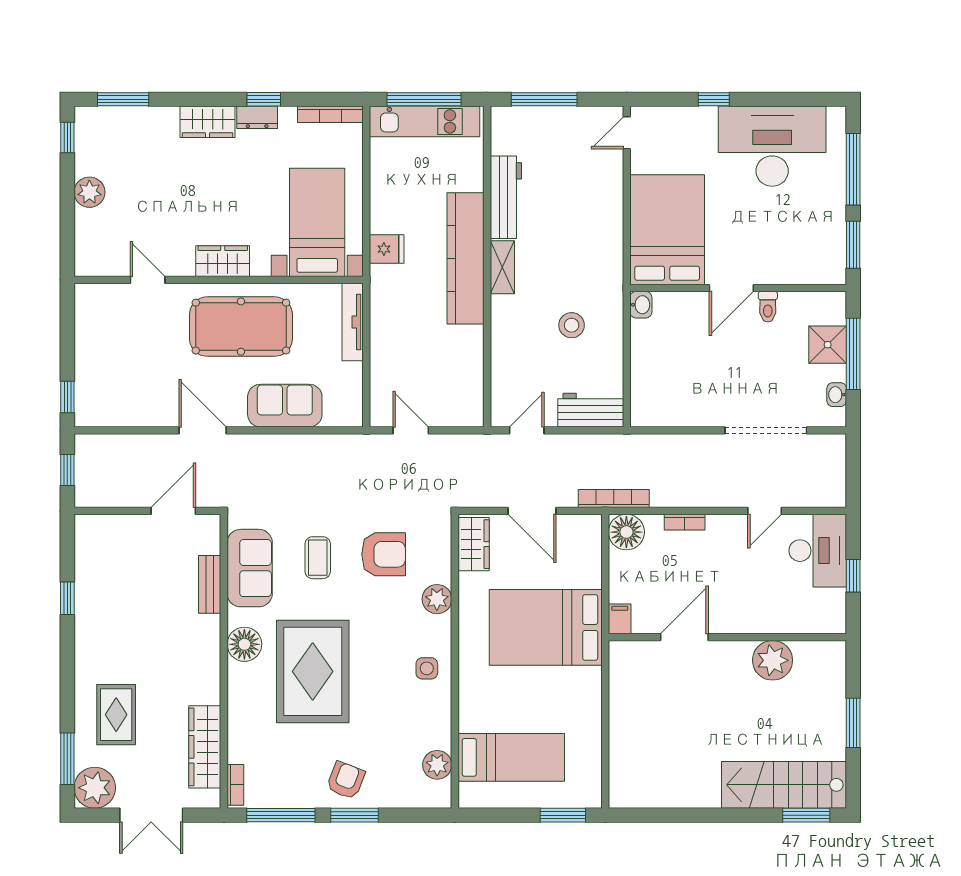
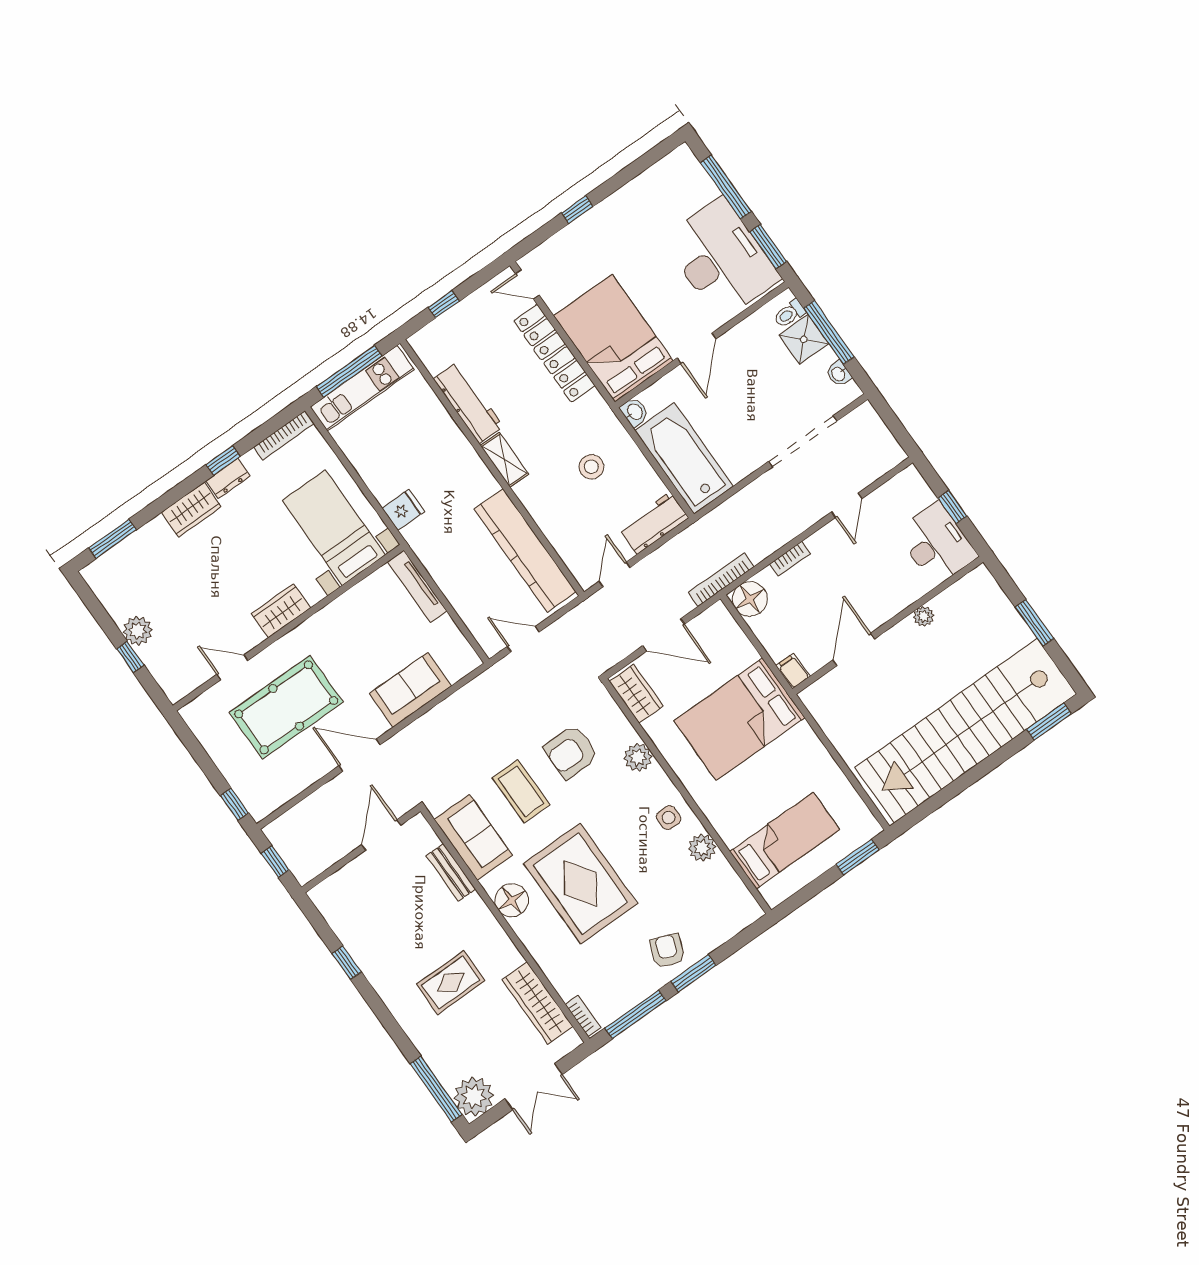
window: (544, 99) -> (444, 304), width x0.46
door: (627, 133) -> (527, 284), hinge flipped
window: (67, 138) -> (130, 657), moved
desk: (772, 146) -> (721, 259), moved, turned 90
locker: (608, 207) -> (554, 353), added
kitchen counter: (465, 258) -> (525, 550), moved
toilet: (768, 307) -> (789, 314), moved, turned 90
pool table: (241, 327) -> (286, 707), moved
bathtub: (655, 373) -> (684, 458), added
desk: (818, 551) -> (937, 544), moved
armchair: (384, 554) -> (571, 752), turned 180
coffee table: (318, 558) -> (521, 791), width x1.36, depth x1.30
plant: (773, 660) -> (924, 616), width x0.53, depth x0.53
rug: (116, 715) -> (451, 982), moved, turned 90
window: (67, 759) -> (436, 1089), width x1.44
plant: (437, 765) -> (702, 848), moved
stairs: (784, 785) -> (966, 731), width x1.86, depth x1.51

